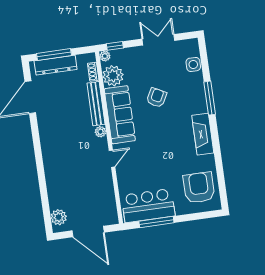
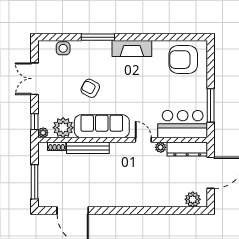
dresser: (56, 65) -> (187, 149), moved, turned 90
plant: (100, 132) -> (161, 147), moved
bar counter: (148, 206) -> (183, 124), moved, turned 90

